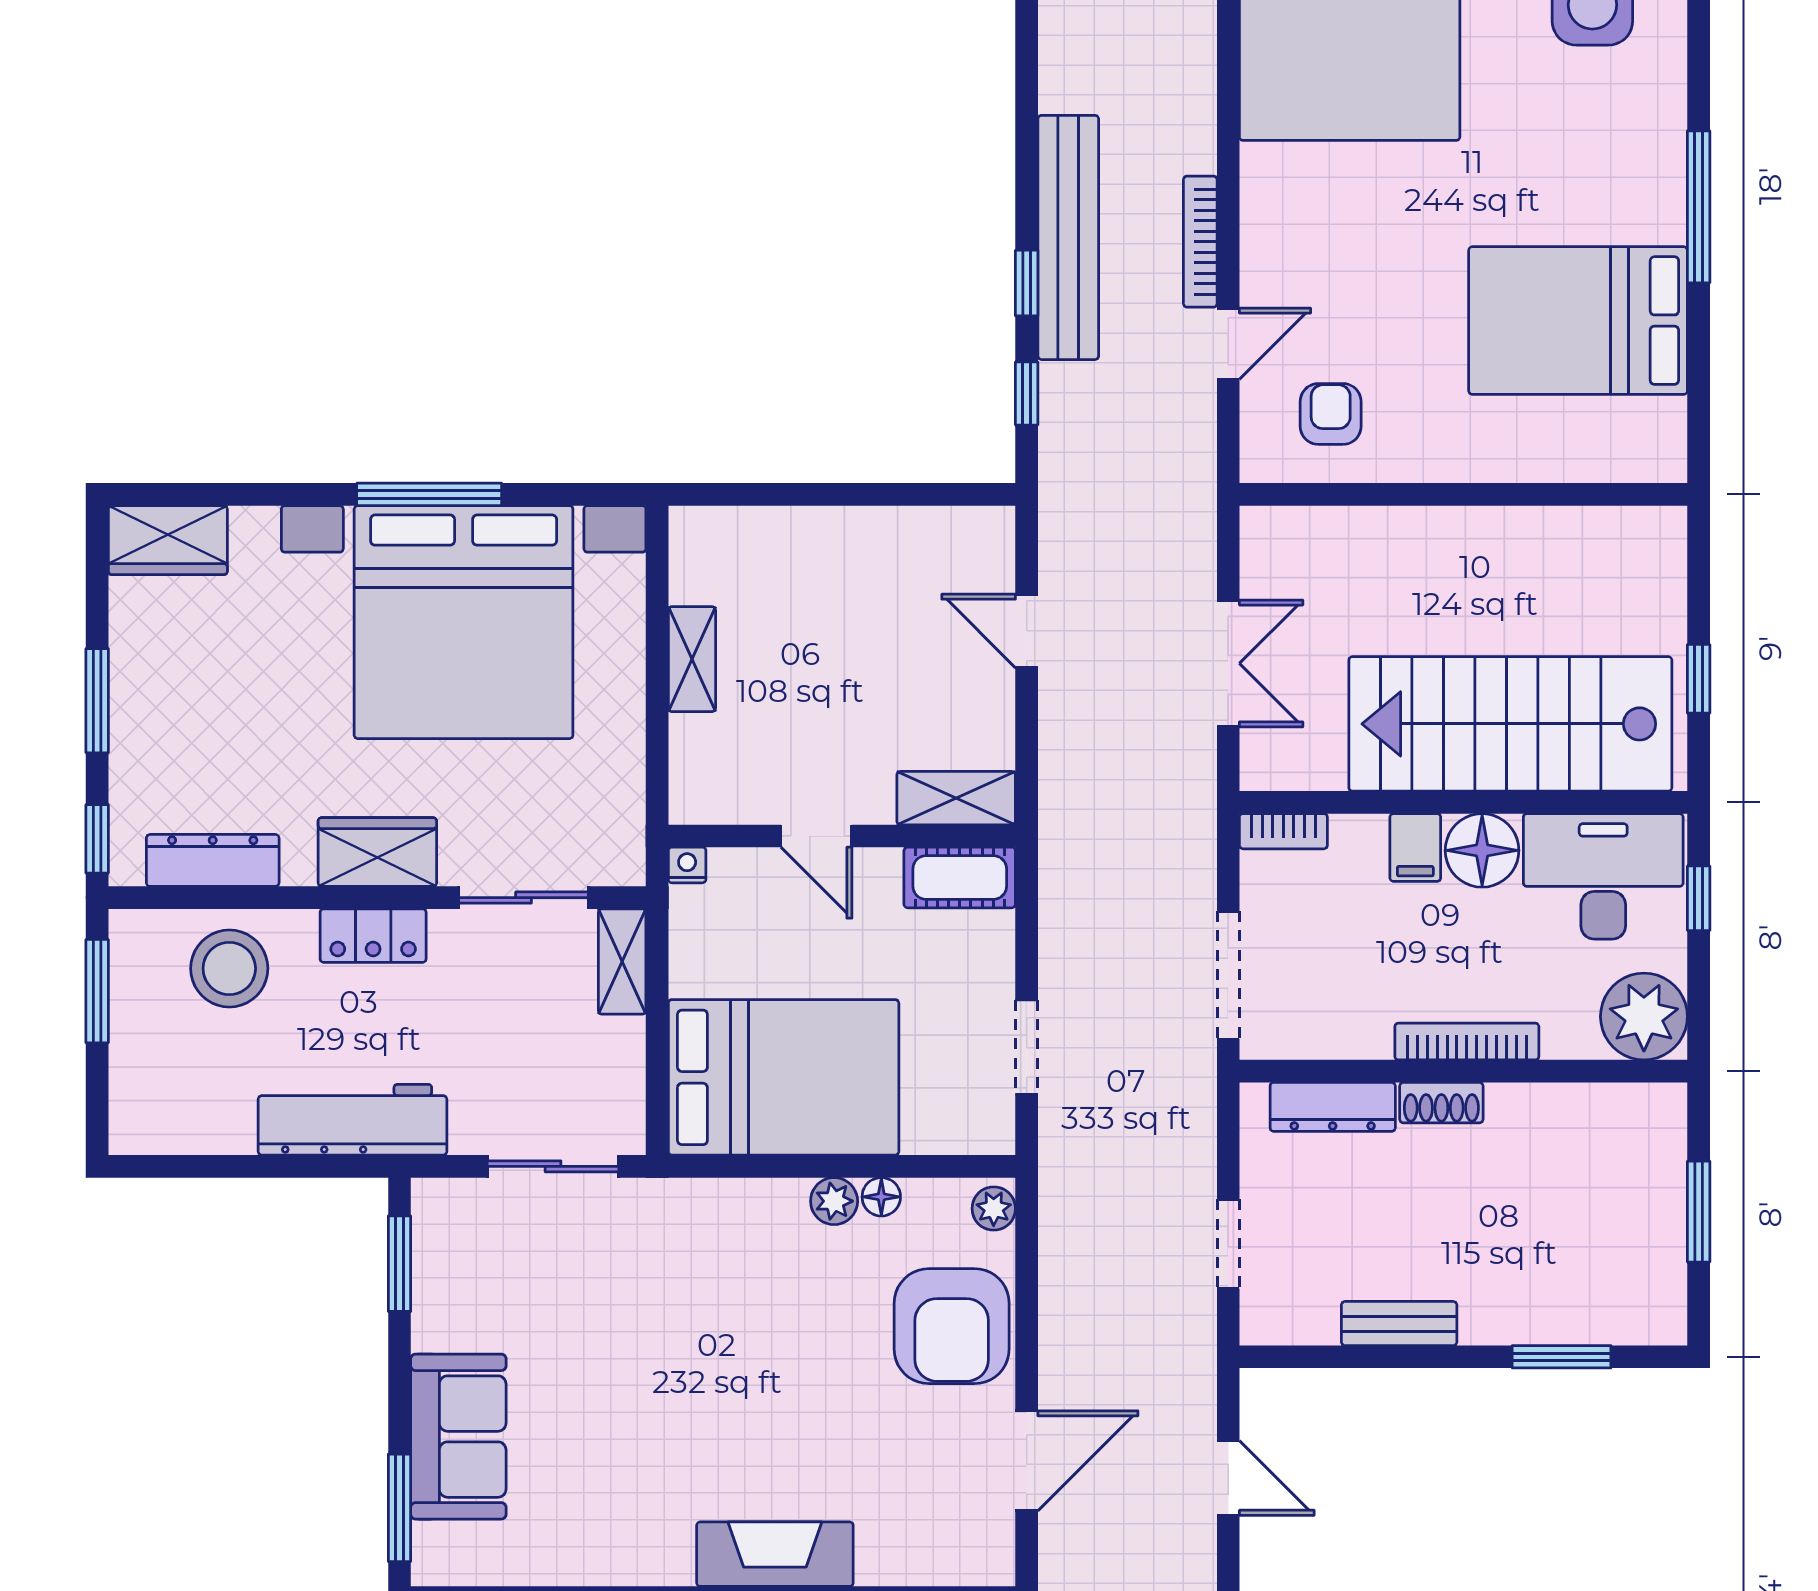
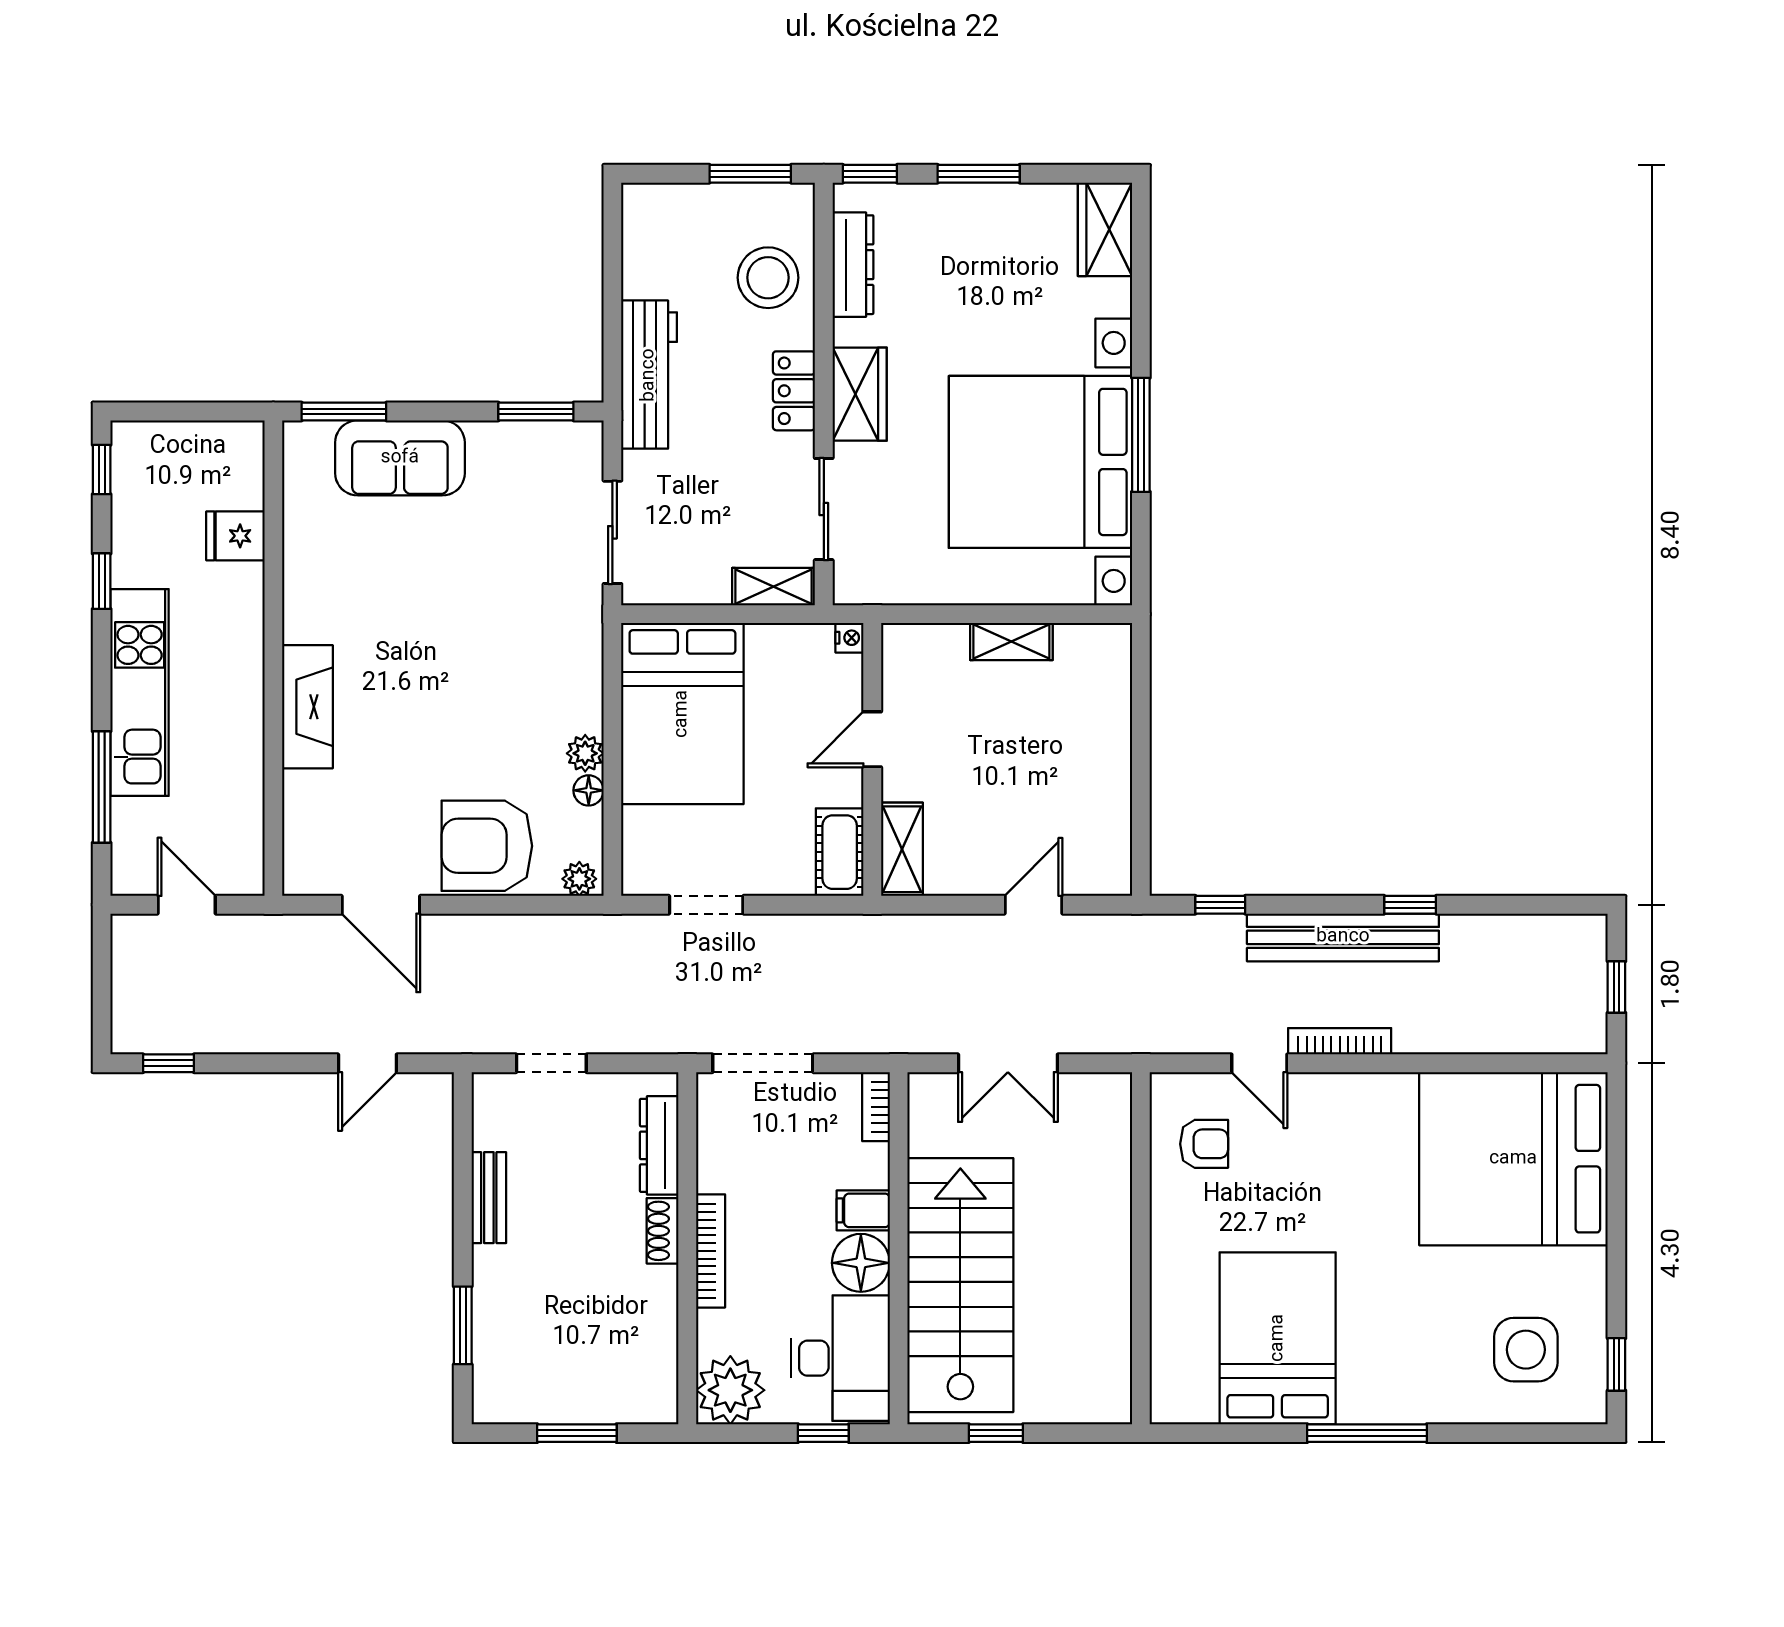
window: (1027, 283) -> (1410, 905), moved

